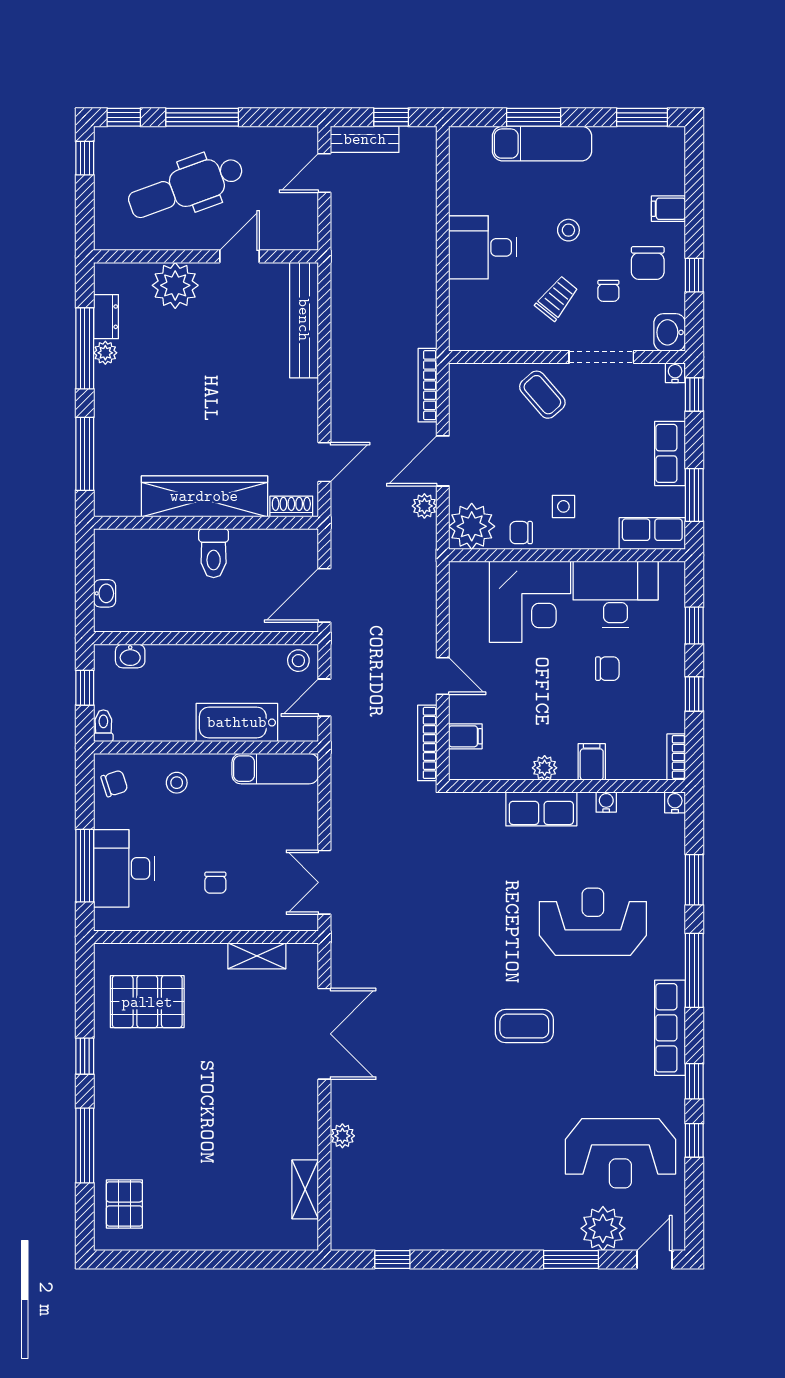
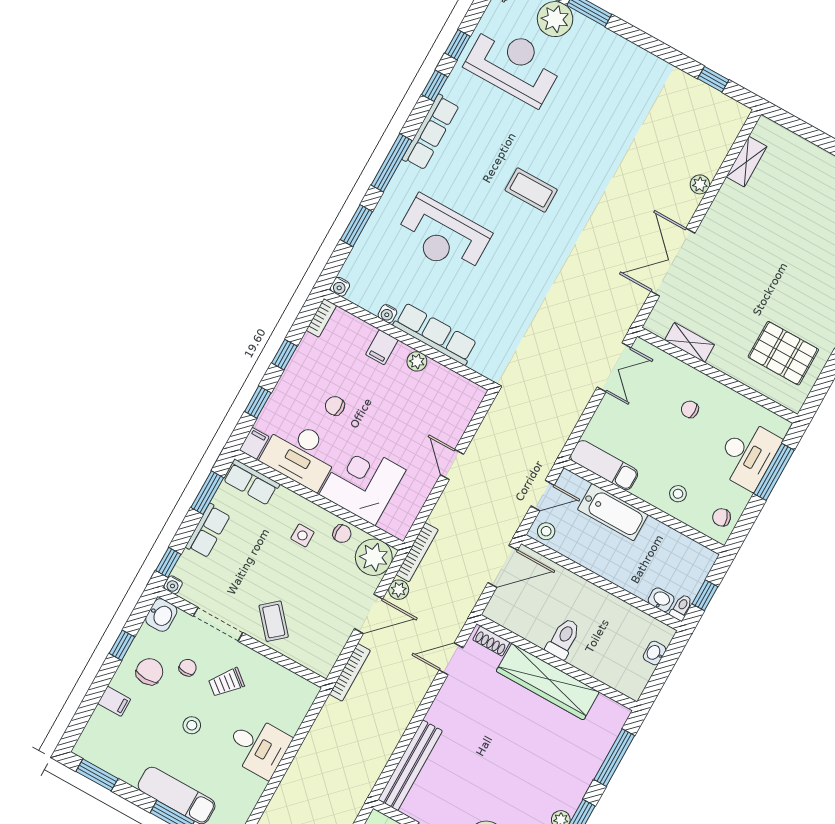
toilet: (103, 726) -> (681, 607), moved, turned 180
filing cabinet: (465, 736) -> (254, 443), moved, turned 90
bookcase: (427, 743) -> (417, 552), moved
row of seats: (541, 809) -> (435, 334), width x1.48
chair: (215, 883) -> (690, 409), turned -90

